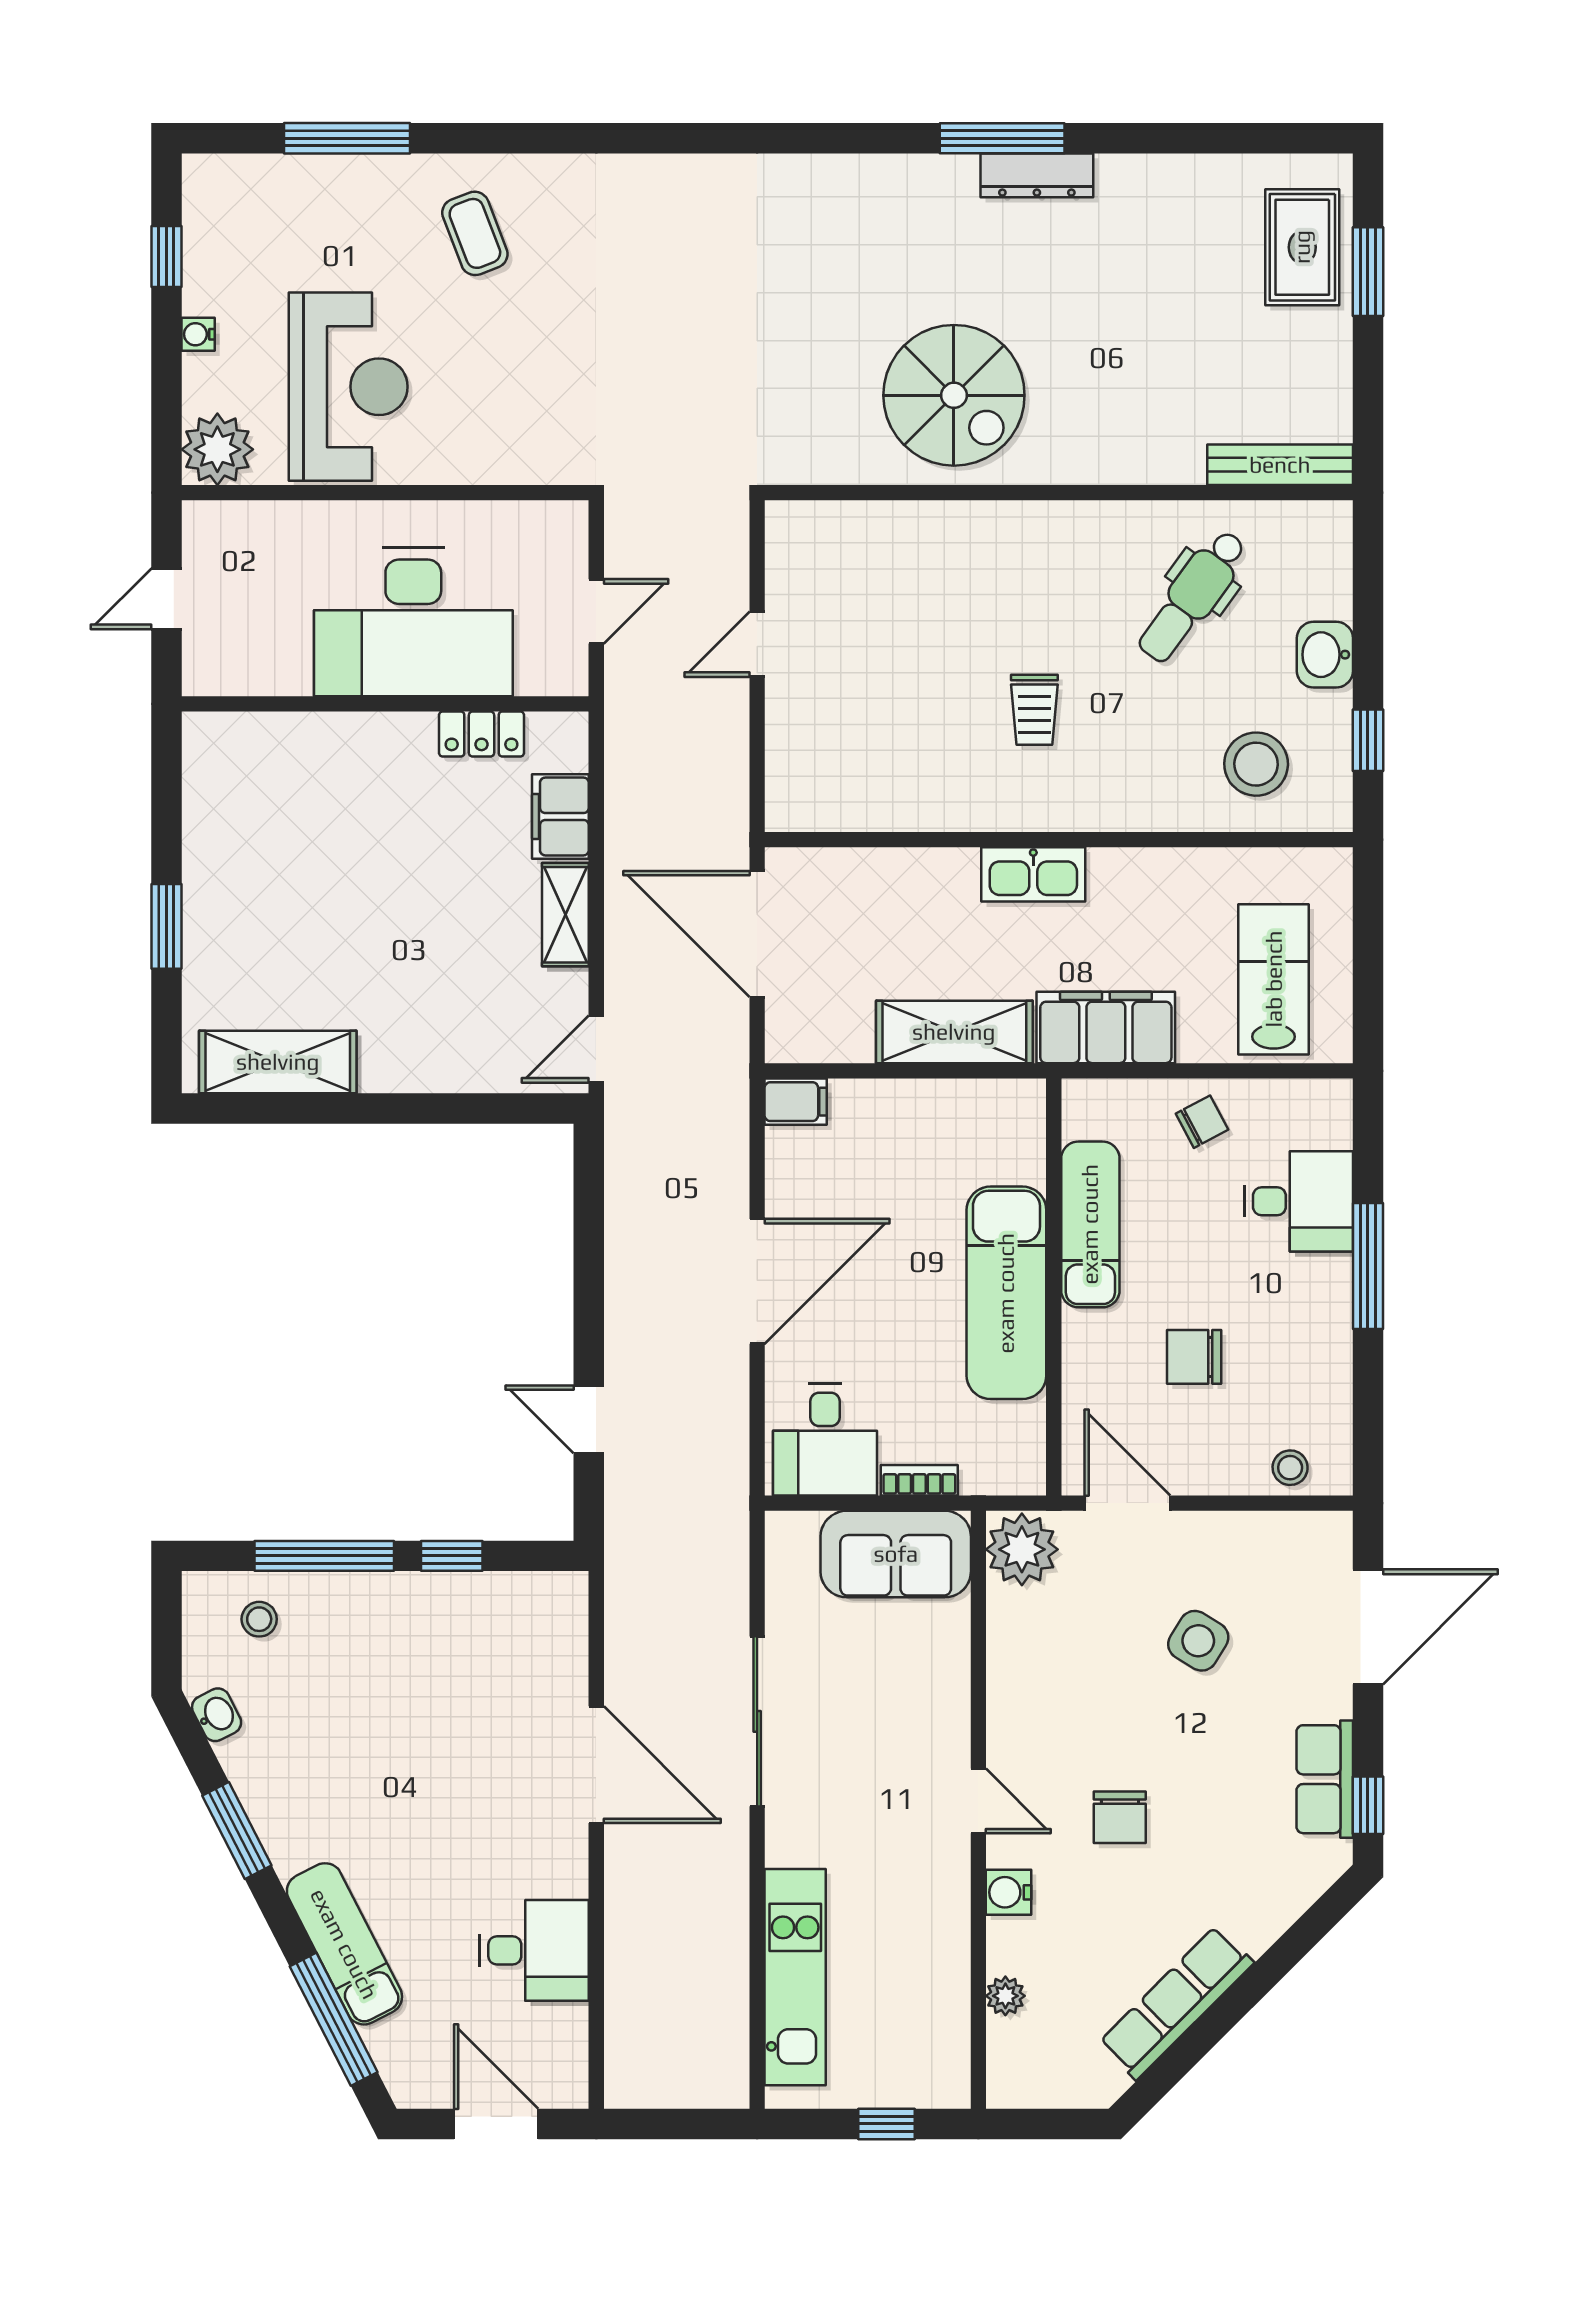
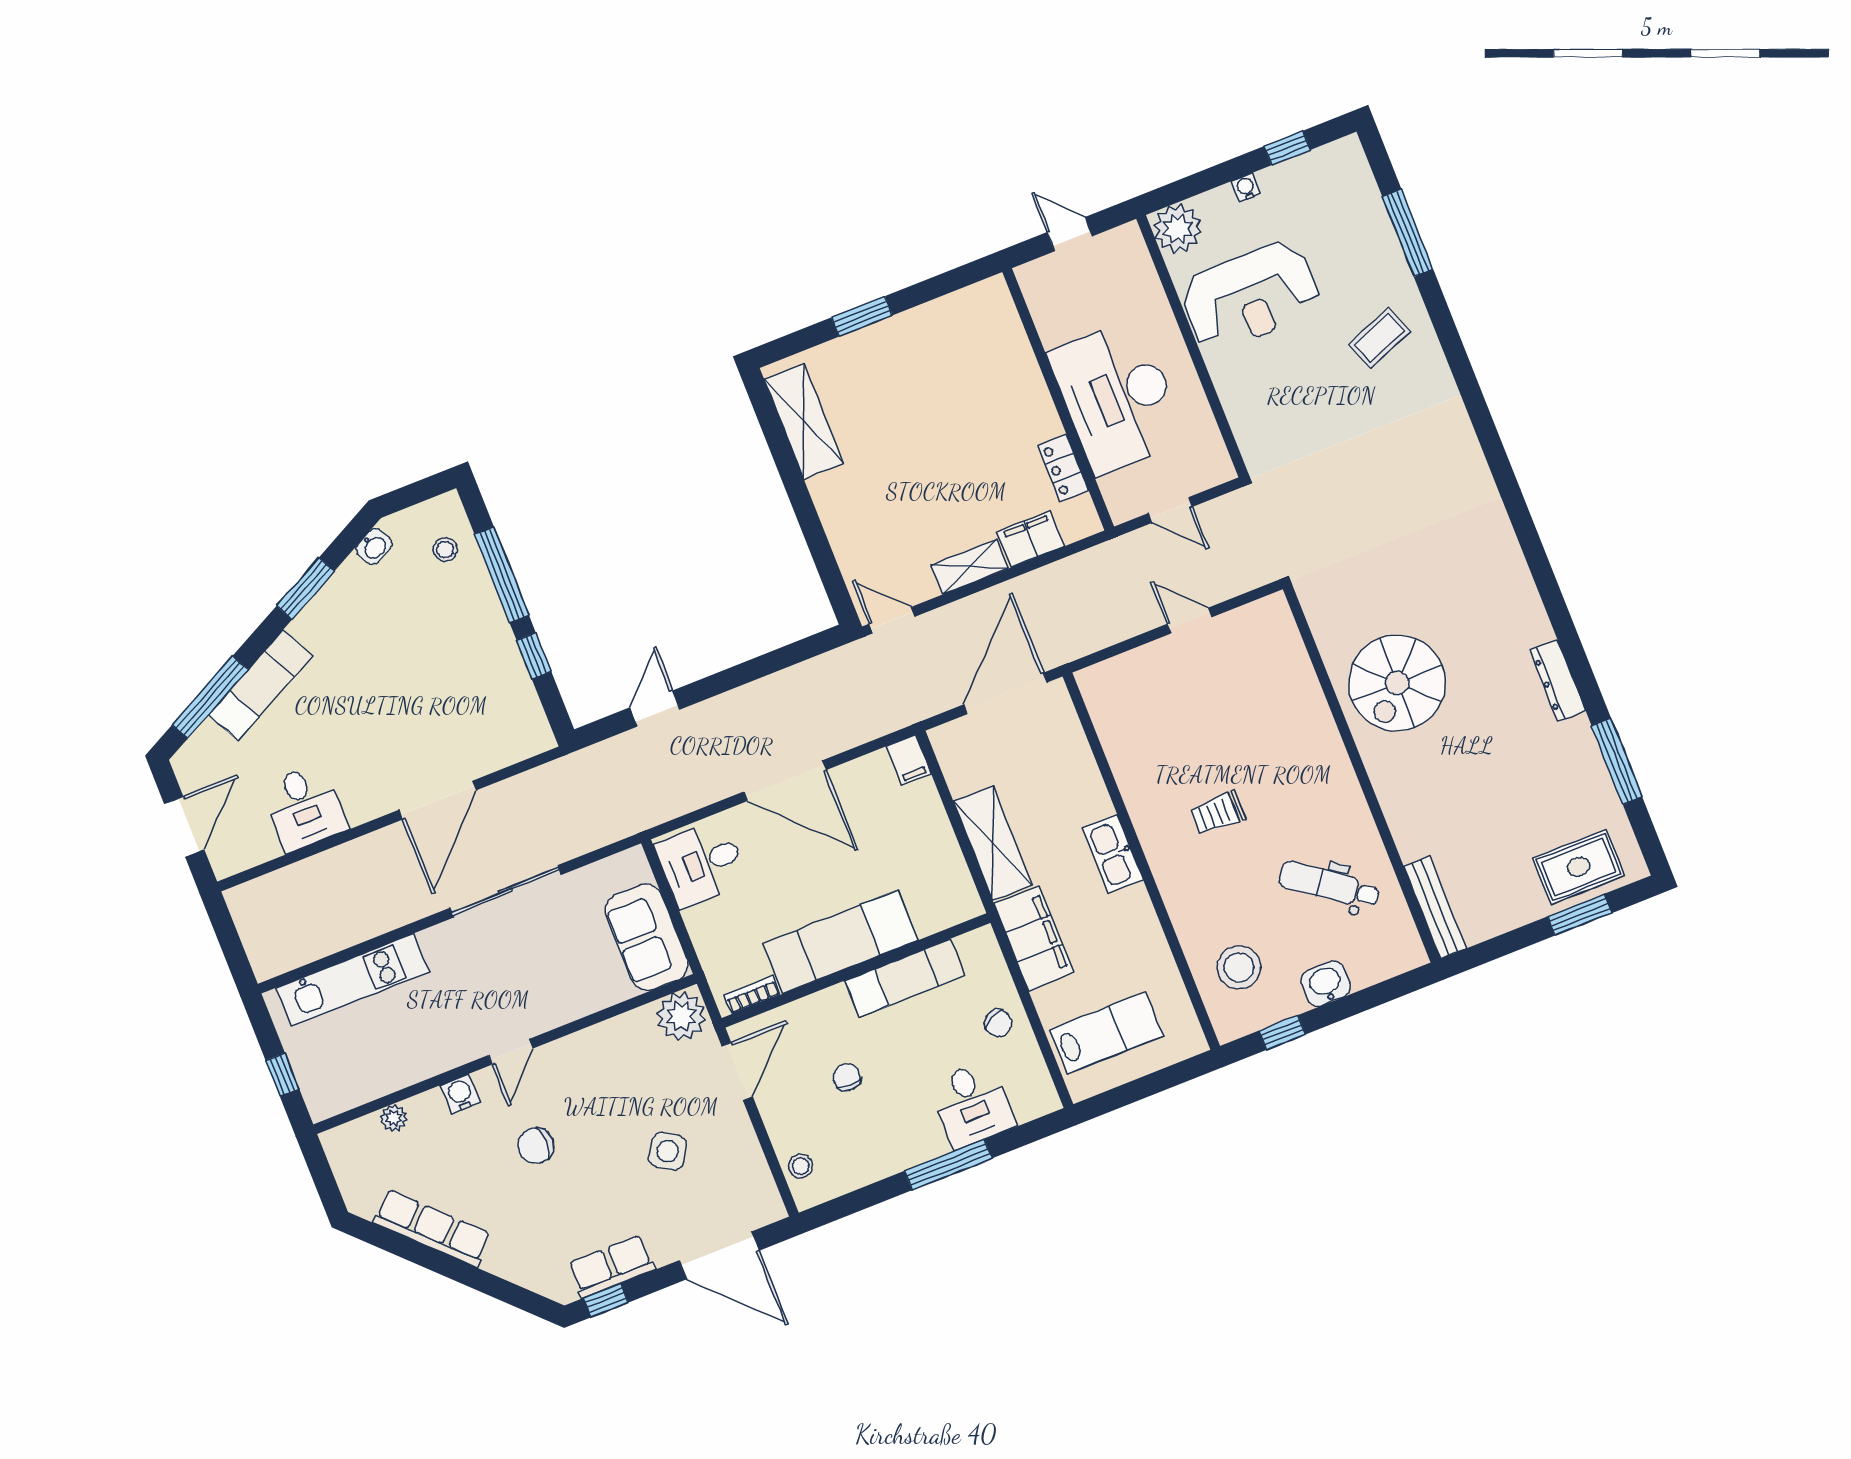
window: (1002, 138) -> (1617, 761), moved
chair: (1194, 1357) -> (847, 1077), width x0.73, depth x0.73
bookcase: (919, 1480) -> (752, 995), moved, turned -90

